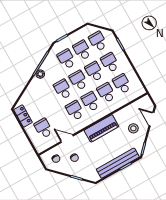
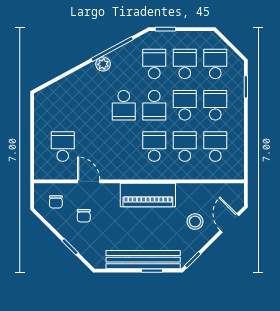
school desk: (79, 80) -> (154, 105), turned 180
school desk: (63, 89) -> (124, 105), turned 180
school desk: (75, 111) -> (124, 147), removed
locker: (23, 116) -> (43, 111), removed

